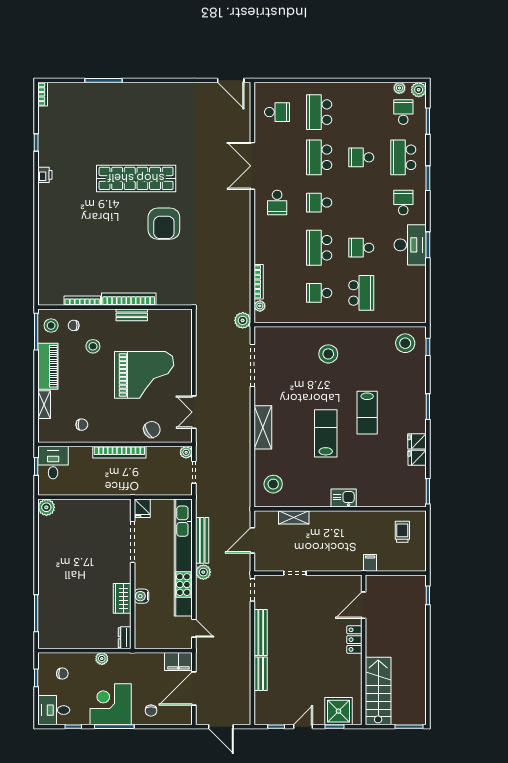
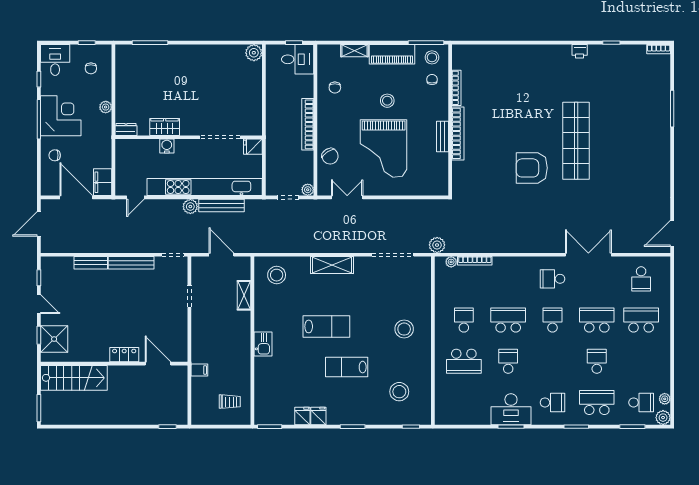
stool: (405, 343) -> (399, 392), moved
stool: (93, 346) -> (387, 101), moved

